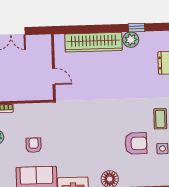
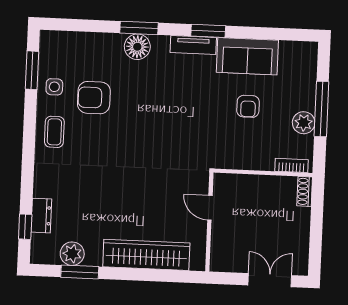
window: (137, 28) -> (80, 272), width x1.50
plant: (131, 40) -> (72, 254), moved

